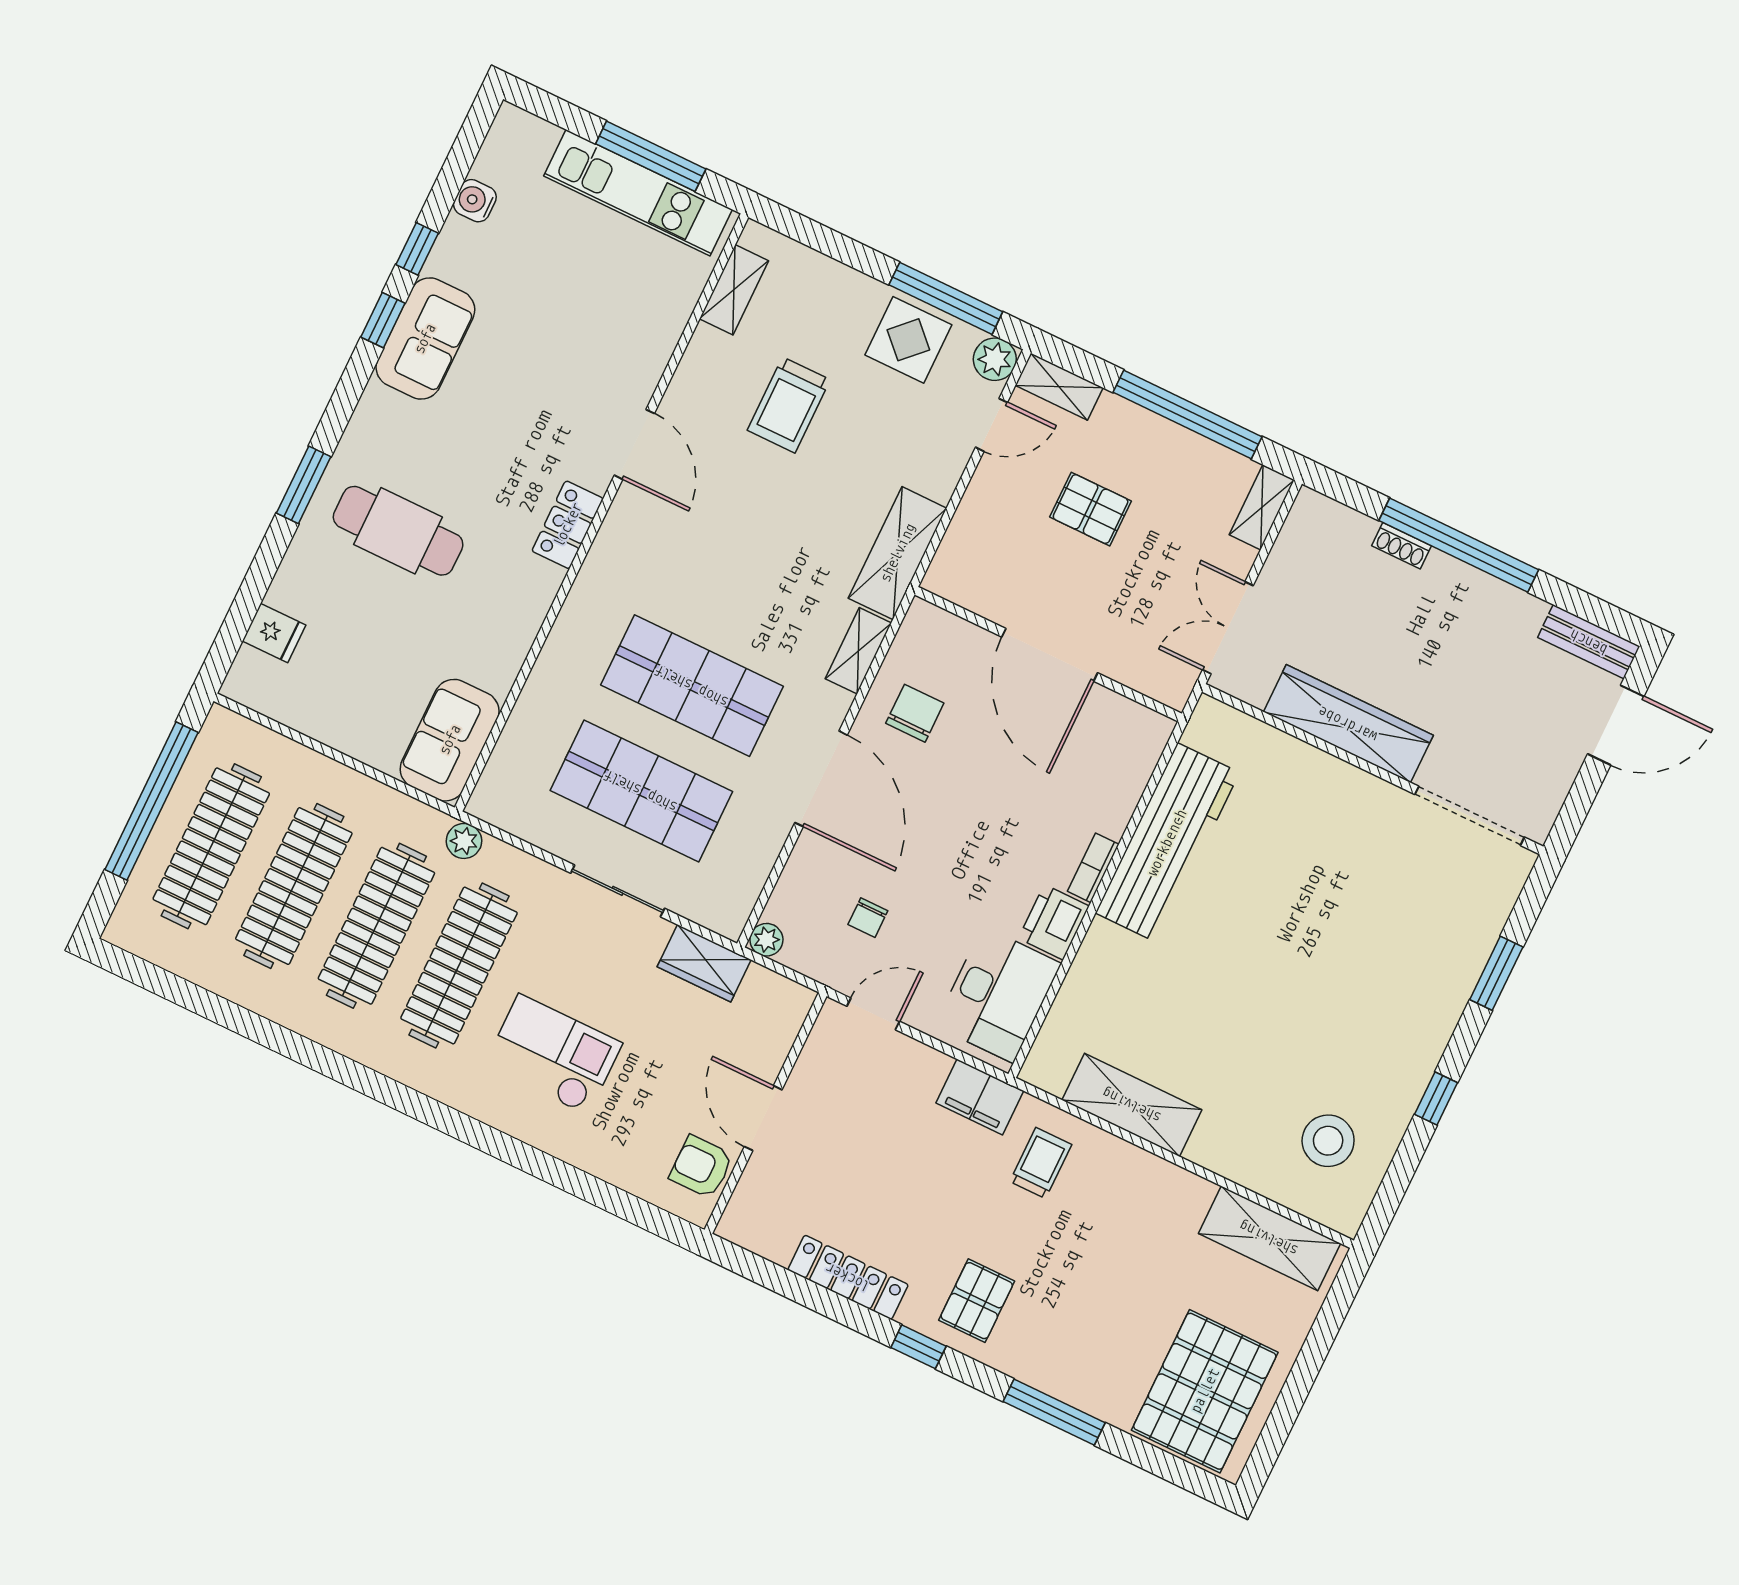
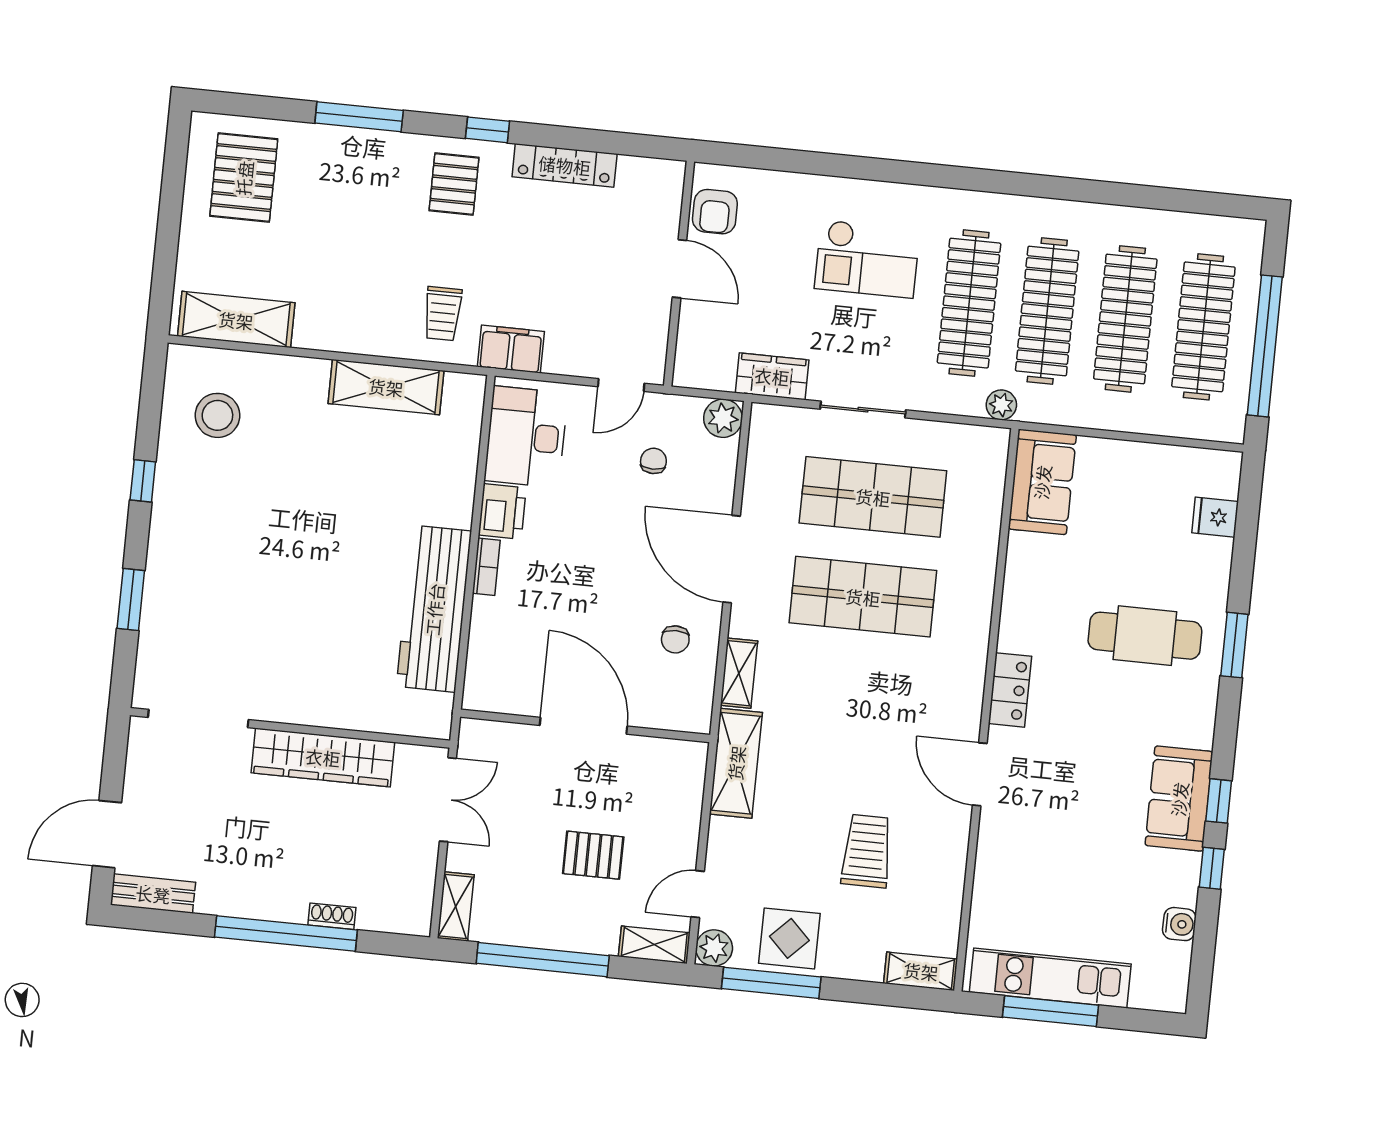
shelving: (734, 290) -> (921, 971), moved, turned 90
chair: (915, 713) -> (675, 639), width x0.73, depth x0.73
plant: (766, 940) -> (723, 418), width x1.38, depth x1.38
armchair: (701, 1167) -> (715, 212), turned 90
pallet: (1205, 1391) -> (244, 178), width x0.73, depth x0.71

